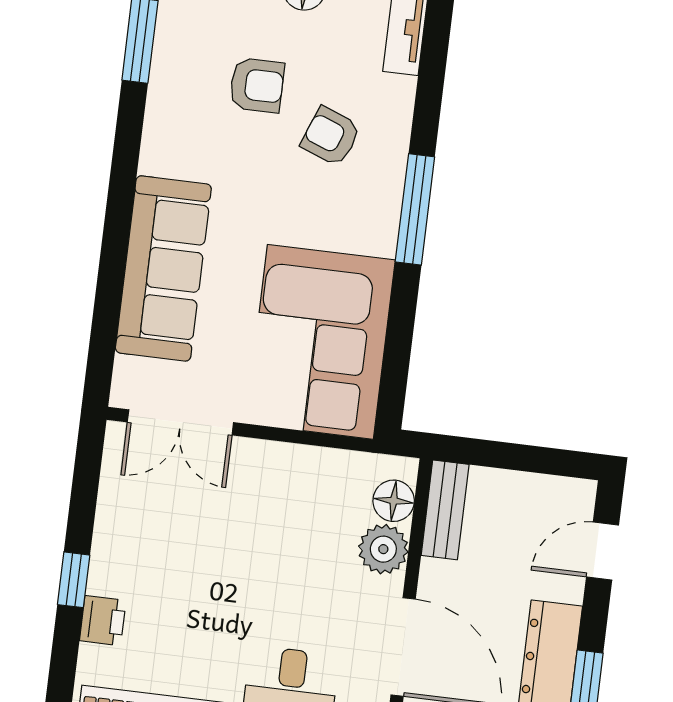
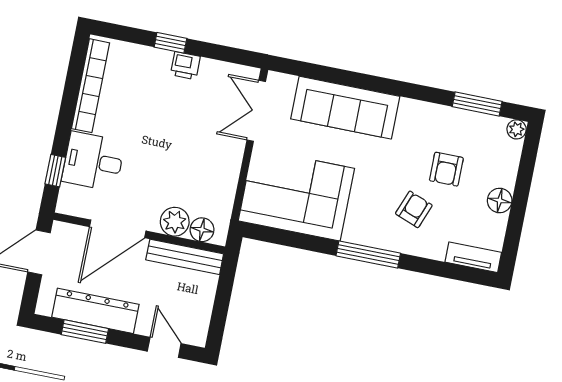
bench: (445, 510) -> (185, 257), width x1.36
printer: (103, 621) -> (185, 66), moved

